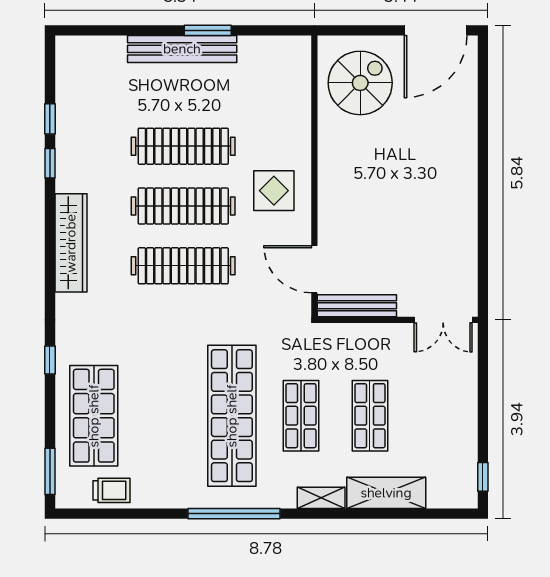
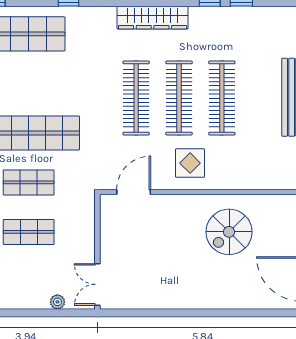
spiral stairs: (360, 83) -> (229, 232), moved, turned 90
bench: (357, 306) -> (107, 223), removed
plant: (467, 376) -> (57, 302), added

